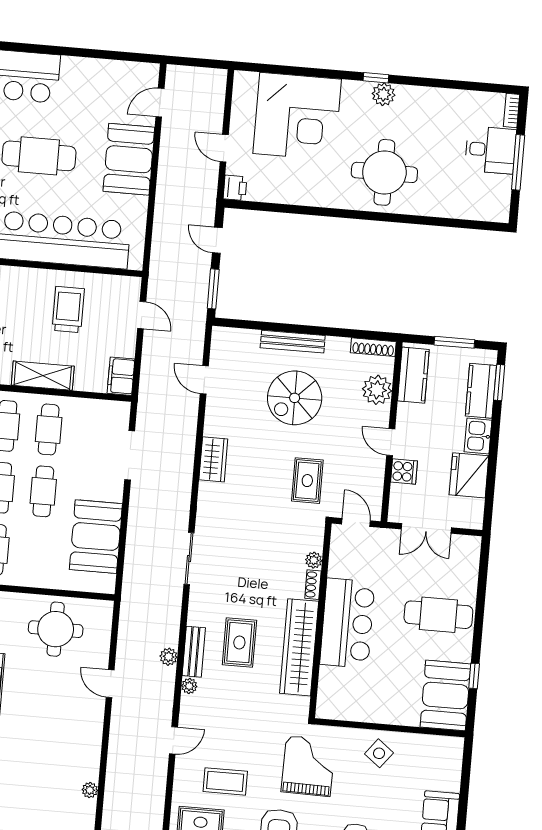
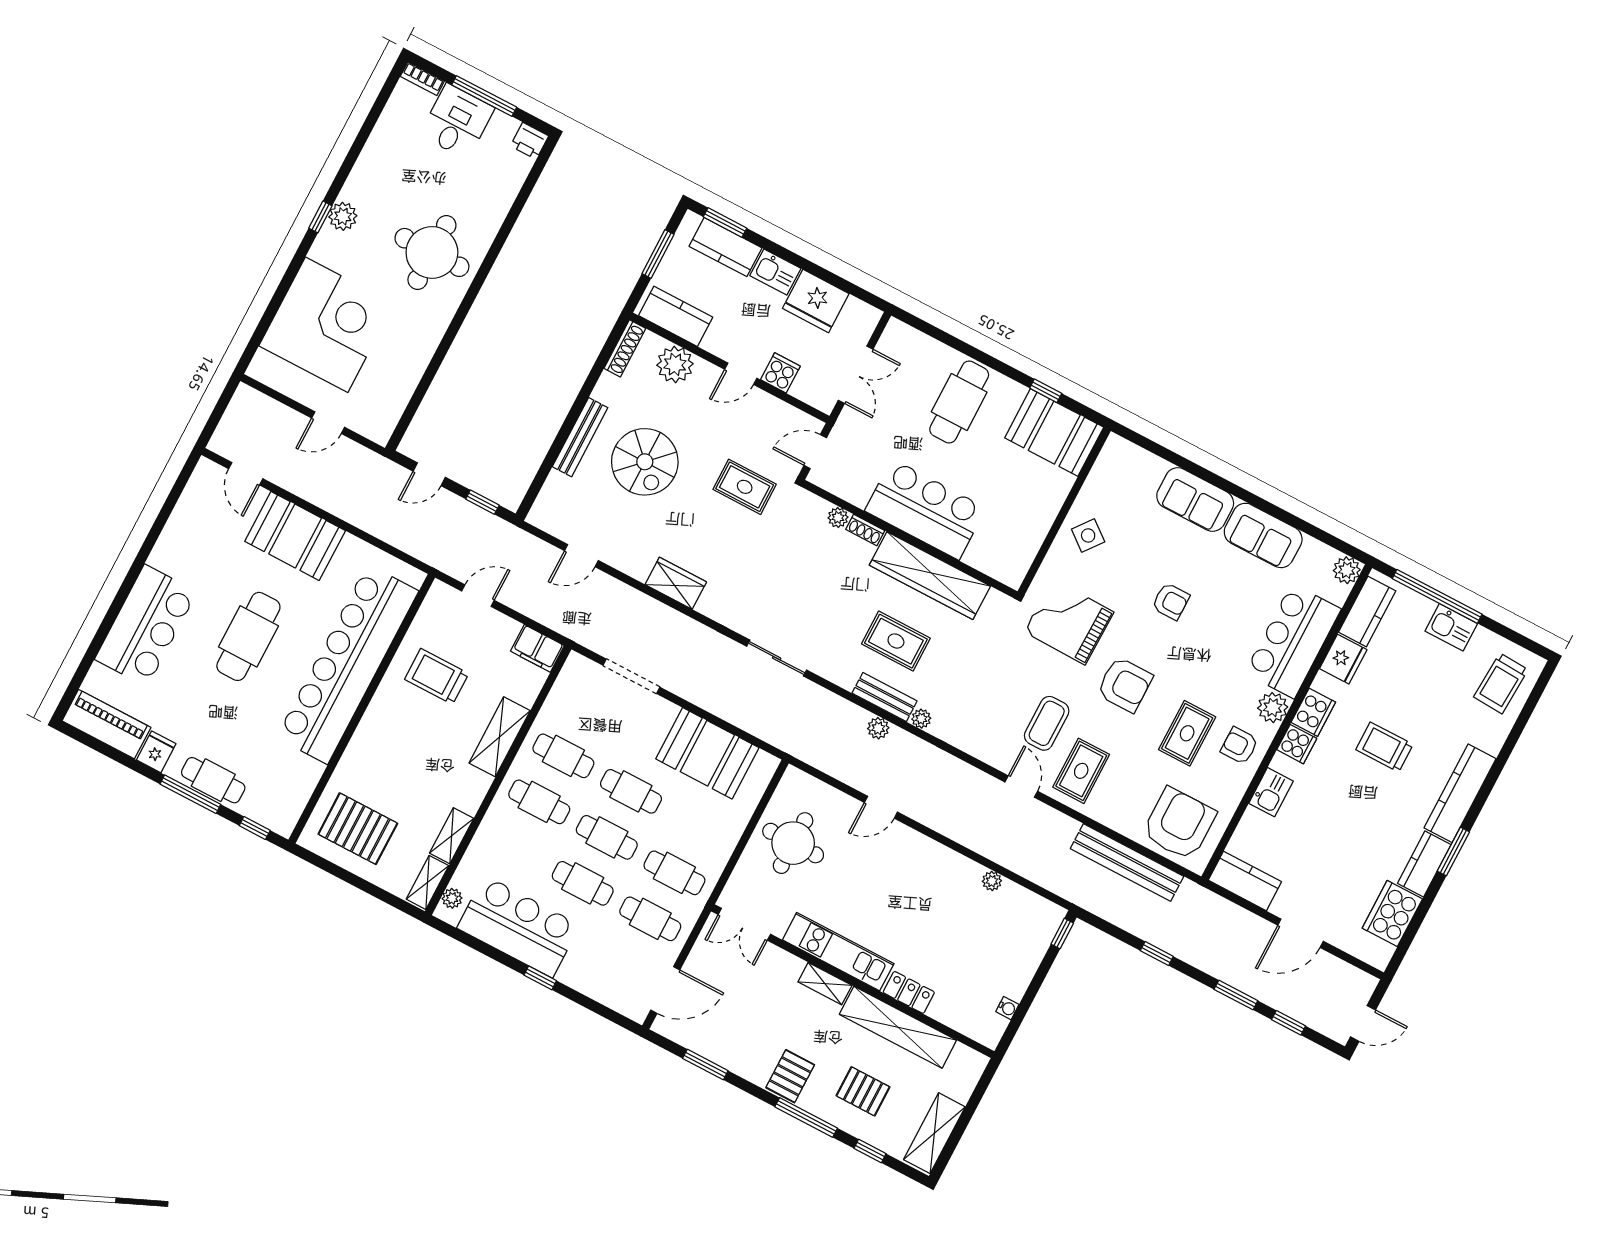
printer: (235, 188) -> (530, 141), moved, turned 180
window: (213, 289) -> (482, 502), width x0.67
door: (173, 740) -> (1021, 787), moved

